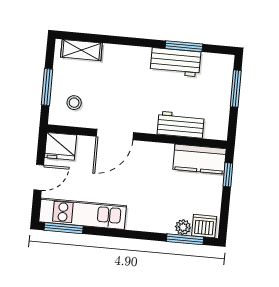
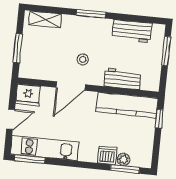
window: (184, 46) -> (91, 14), moved
workbench: (175, 62) -> (132, 31), moved
stool: (74, 103) -> (83, 59), moved
kitchen counter: (200, 159) -> (127, 105), width x1.50
dishwasher: (204, 226) -> (107, 155), moved

